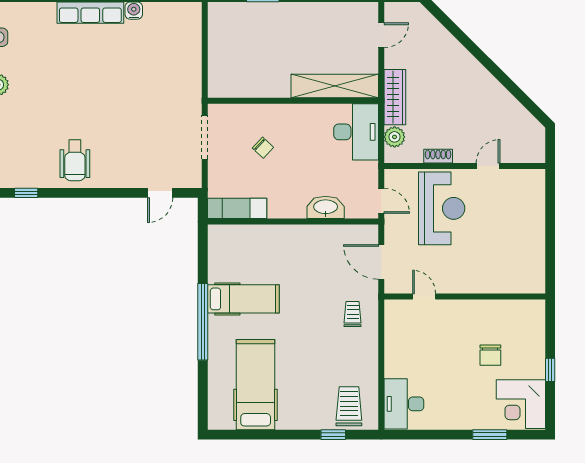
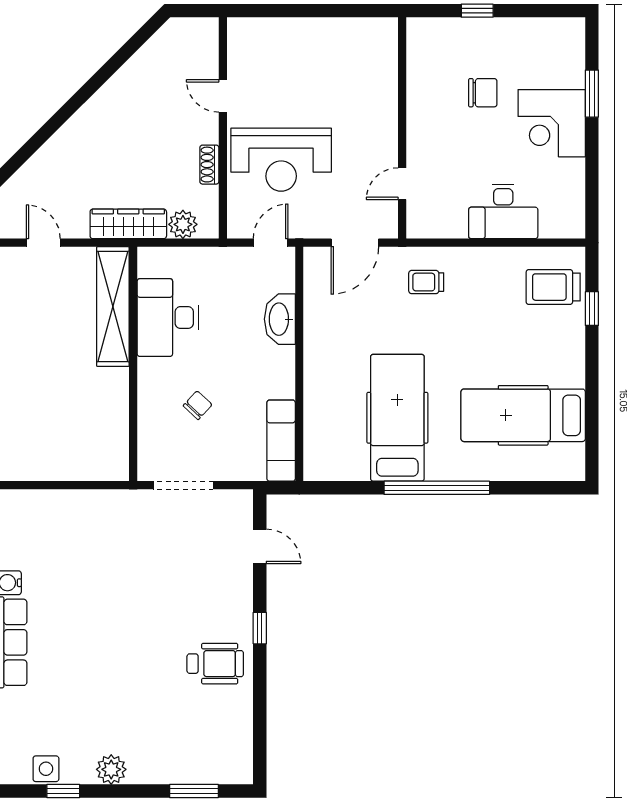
desk: (356, 132) -> (168, 318), moved, turned -90
window: (26, 193) -> (260, 628), moved
reception desk: (442, 208) -> (281, 160), turned 180
hospital bed: (243, 299) -> (397, 418), width x1.37, depth x1.29
window: (550, 370) -> (477, 11), moved
desk: (404, 404) -> (503, 212), moved
corner desk: (521, 404) -> (552, 123), moved, turned 90

